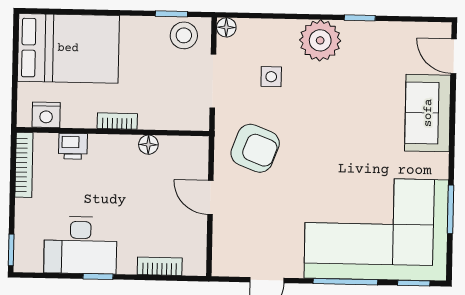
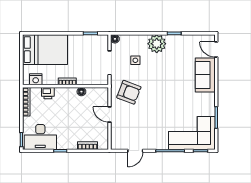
stool: (184, 35) -> (96, 43), removed
corner sofa: (376, 229) -> (192, 133), width x0.73, depth x0.74
desk: (80, 245) -> (40, 137), moved

